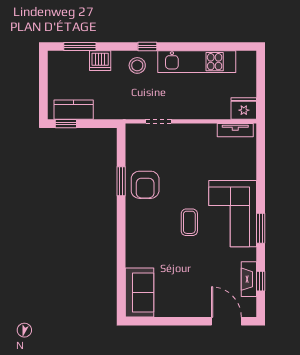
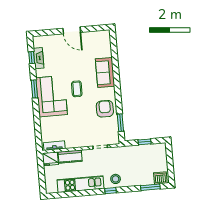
dishwasher: (100, 61) -> (160, 178), moved
kitchen counter: (74, 110) -> (70, 157), moved
window: (66, 124) -> (145, 142), moved
window: (121, 181) -> (120, 123), moved
sofa: (140, 292) -> (105, 73), moved
door: (226, 321) -> (72, 30), moved

